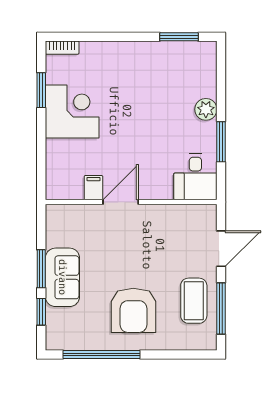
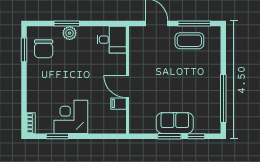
chair: (181, 68) -> (44, 49), added
window: (221, 142) -> (67, 24), moved
armchair: (133, 310) -> (195, 78), removed

